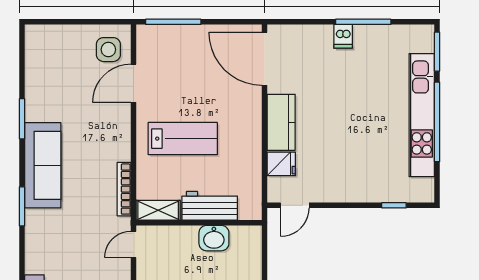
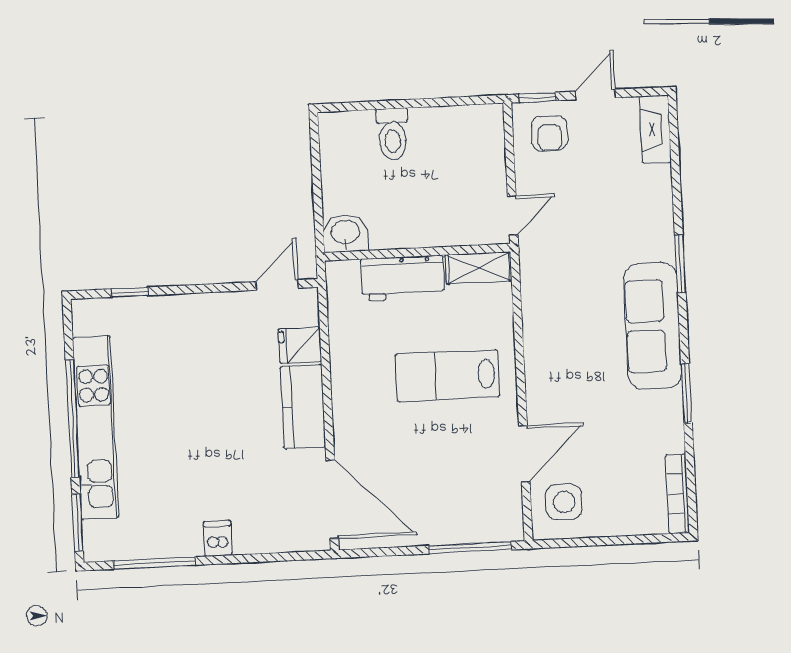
window: (363, 22) -> (155, 563), moved
bookcase: (124, 189) -> (677, 494), moved, turned 180
washbasin: (214, 238) -> (345, 233), moved

